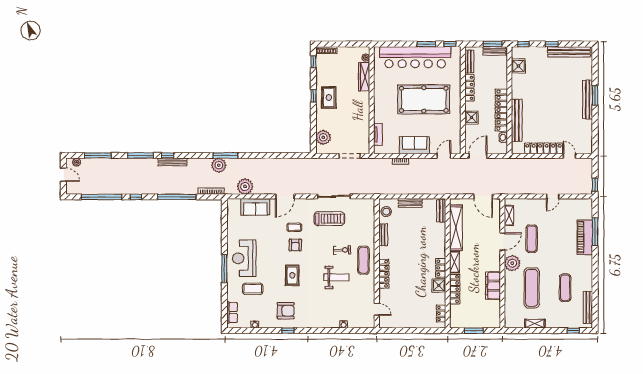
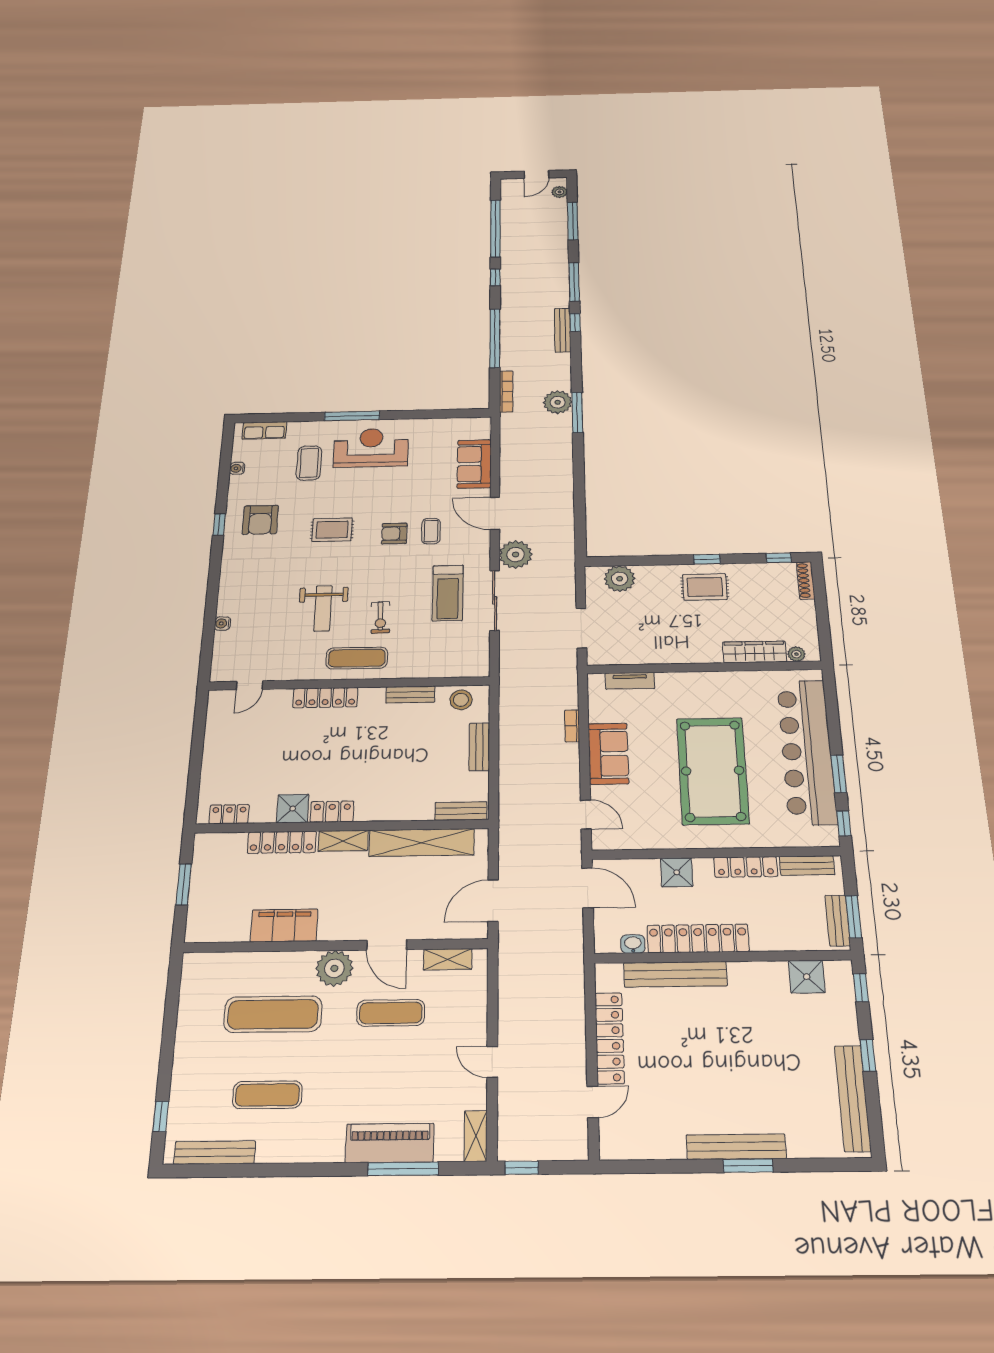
plant: (245, 187) -> (516, 555), moved
shelving: (535, 324) -> (476, 1136), moved

